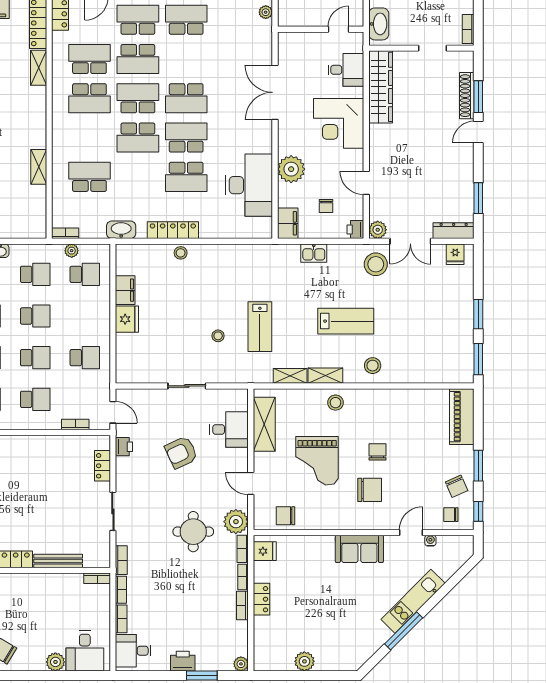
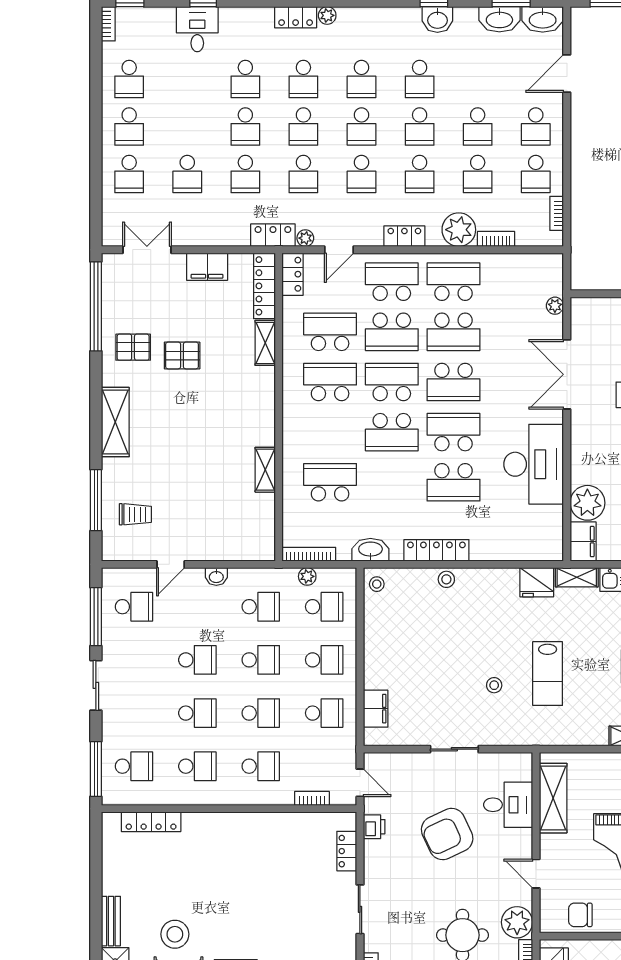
plant: (266, 12) -> (555, 306), moved
school desk: (186, 59) -> (454, 332), added
school desk: (89, 98) -> (330, 382), turned 180
plant: (291, 169) -> (587, 503), moved
desk: (249, 185) -> (534, 464), moved
bookcase: (65, 233) -> (309, 554), width x1.56
stool: (126, 257) -> (377, 584), added
filing cabinet: (125, 290) -> (376, 709), moved
school desk: (85, 316) -> (324, 660), added
fridge: (127, 319) -> (537, 582), moved, turned 90
shelving: (290, 376) -> (577, 577), moved
armchair: (181, 452) -> (447, 834), width x1.36, depth x1.36

